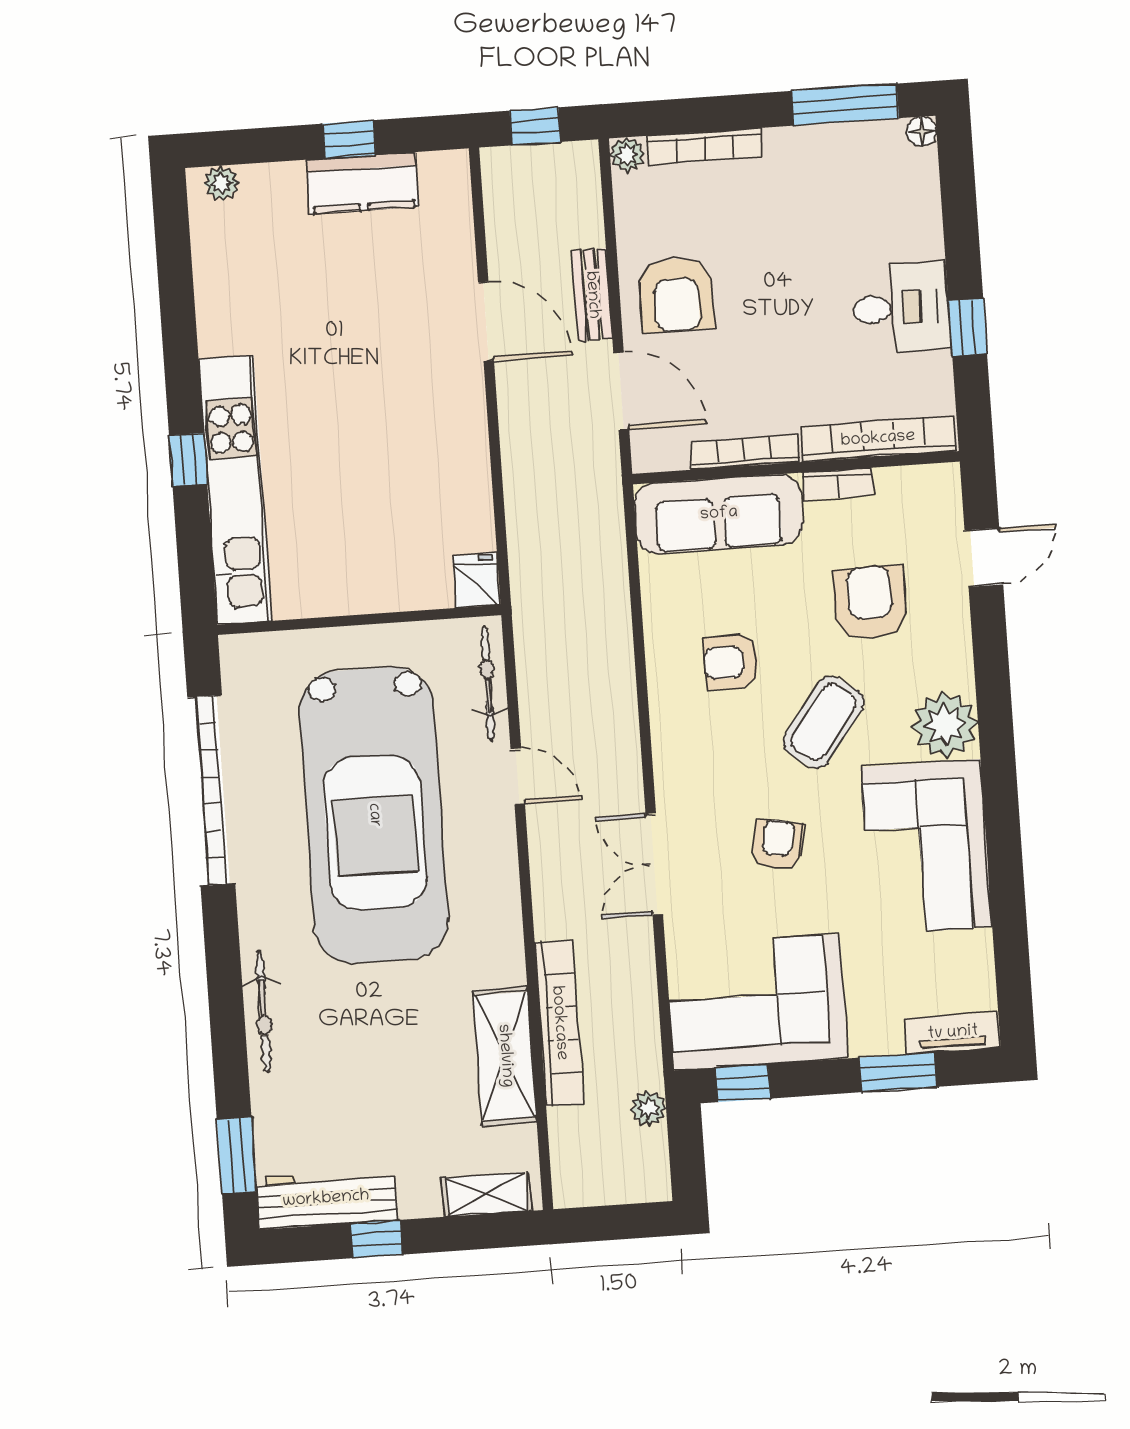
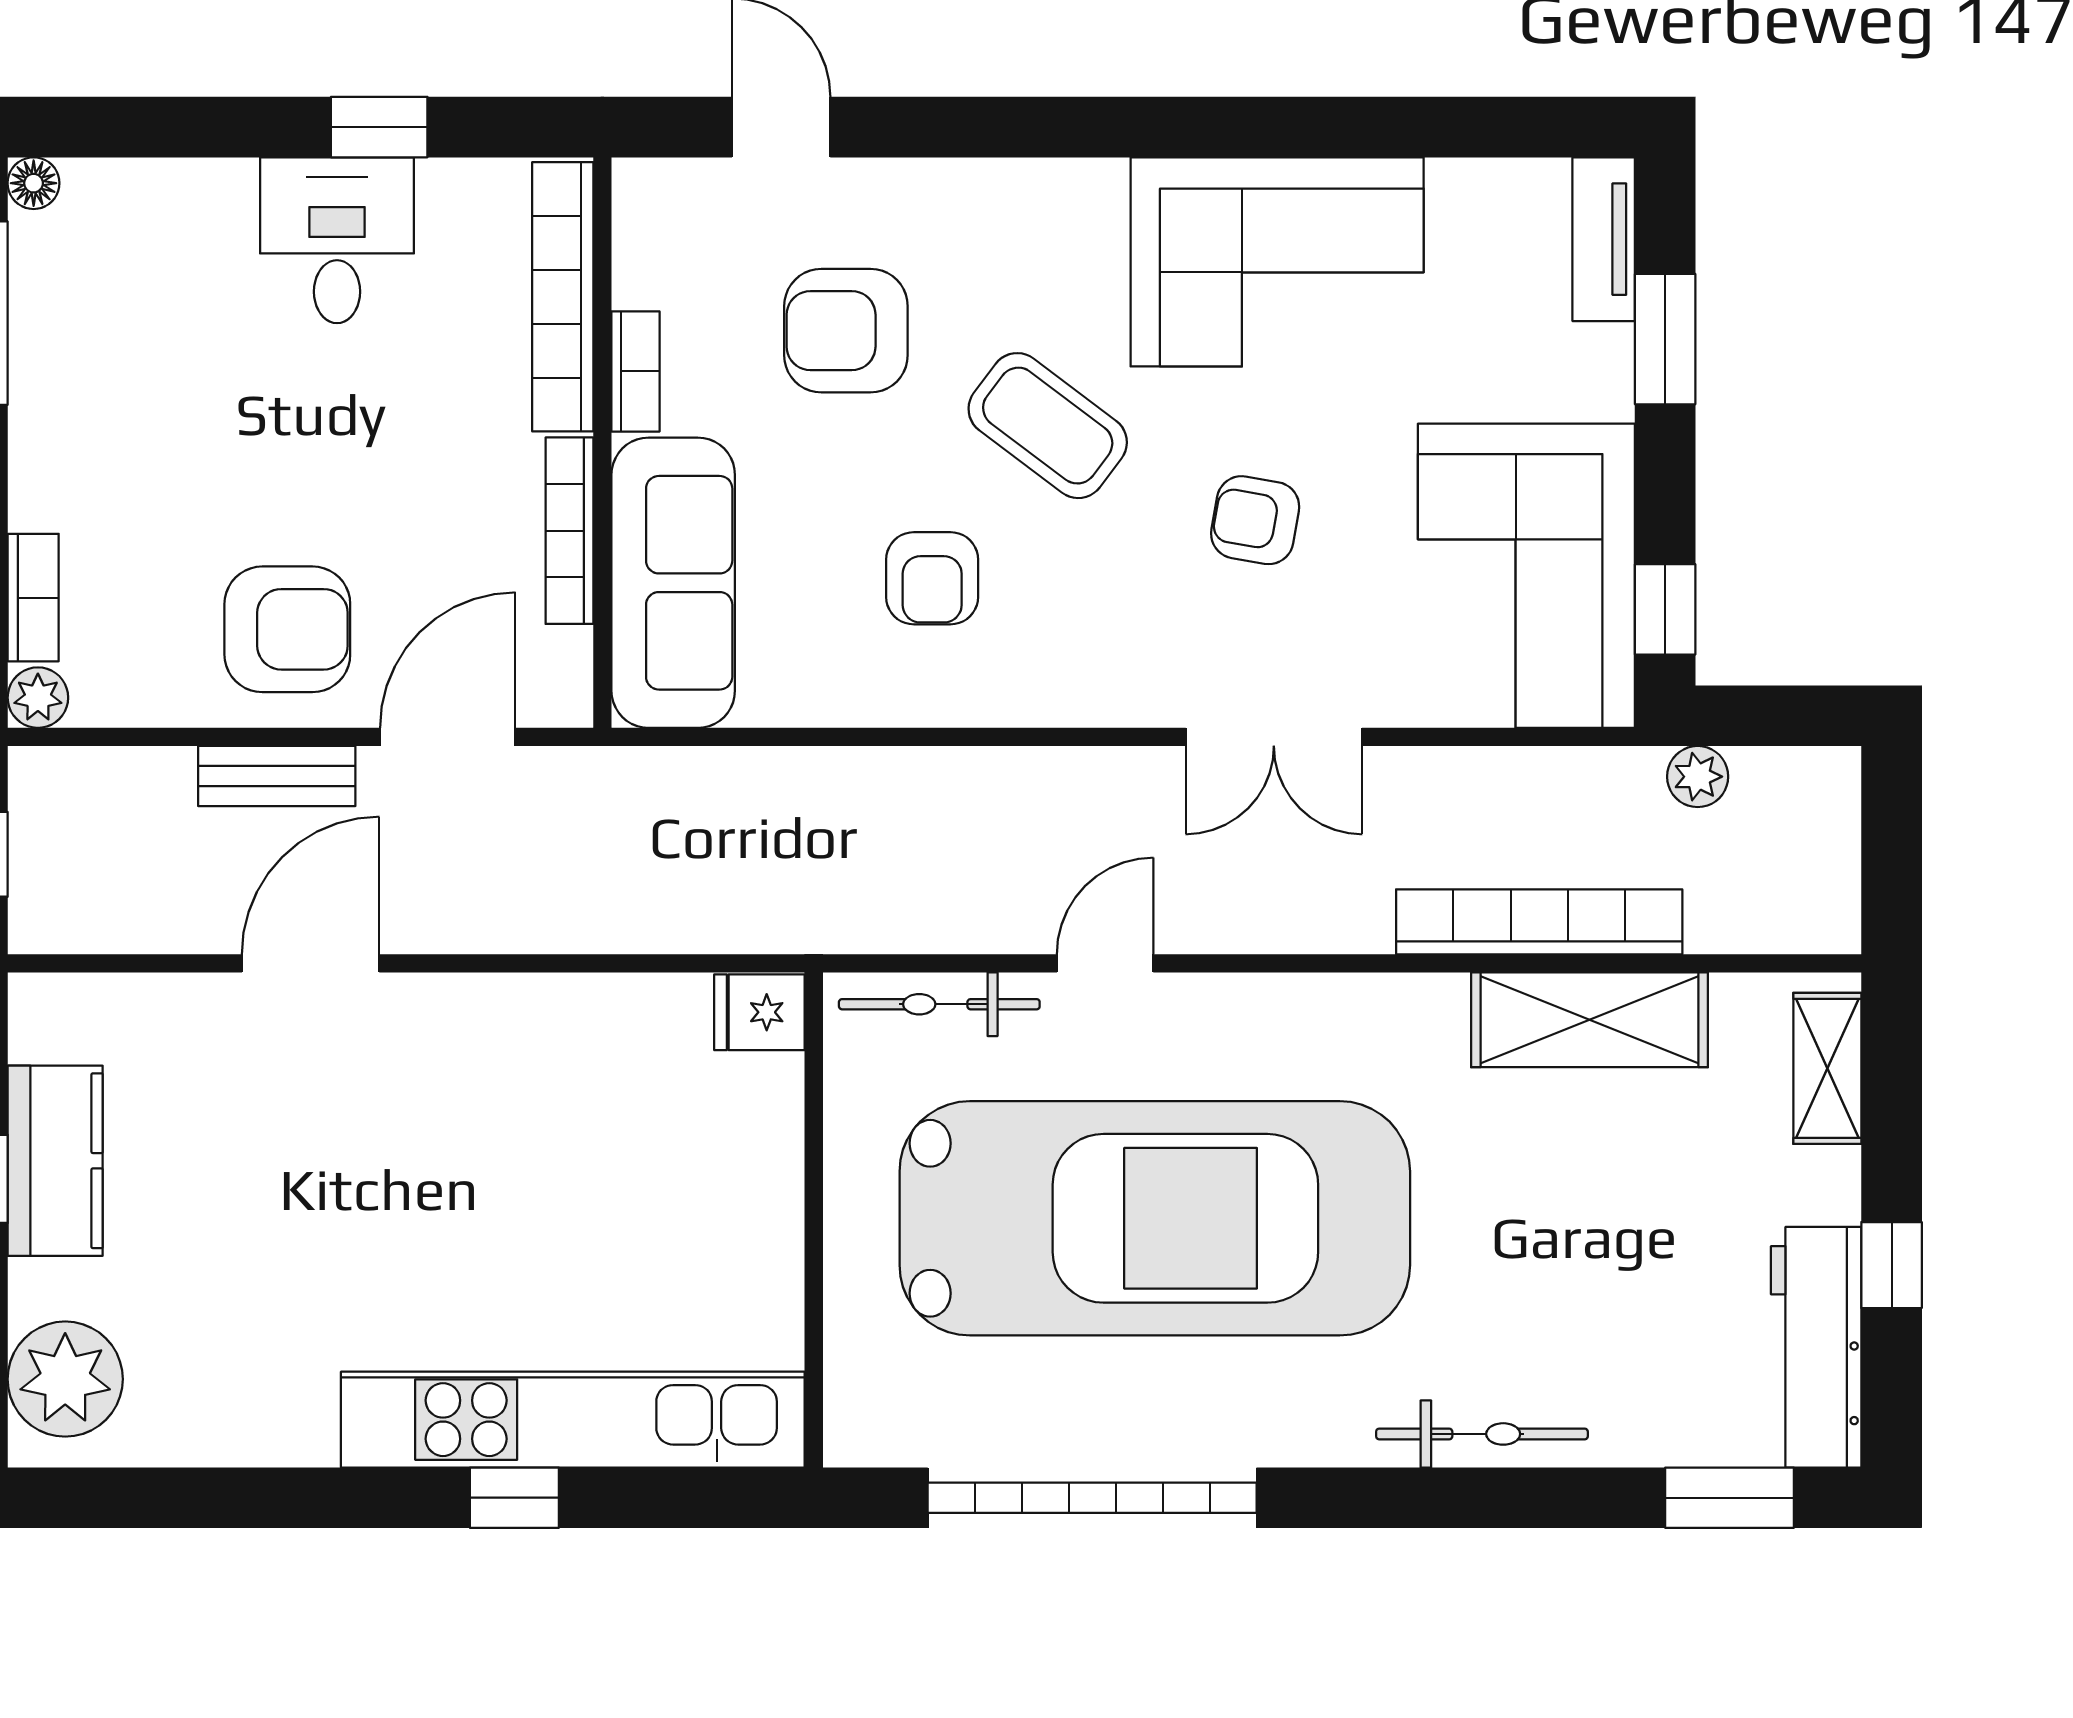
bookcase: (705, 146) -> (33, 598), width x0.64
plant: (222, 183) -> (65, 1379), width x1.87, depth x1.87
plant: (945, 725) -> (1067, 215), removed

